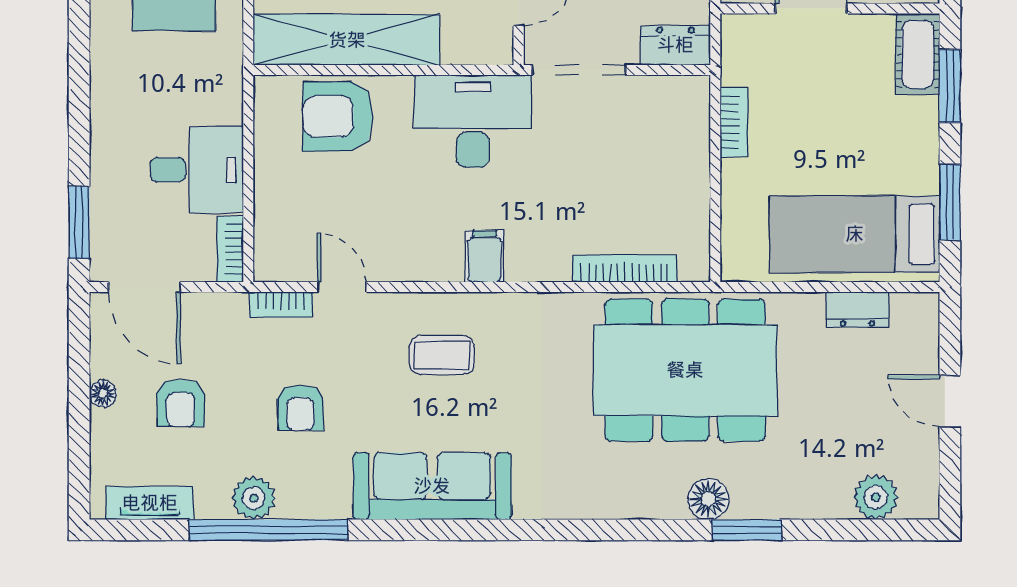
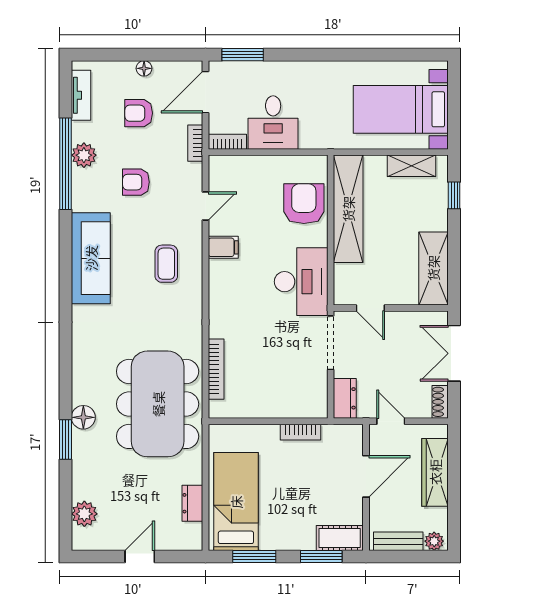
filing cabinet: (485, 256) -> (223, 247), moved
bookcase: (281, 305) -> (195, 143), moved

